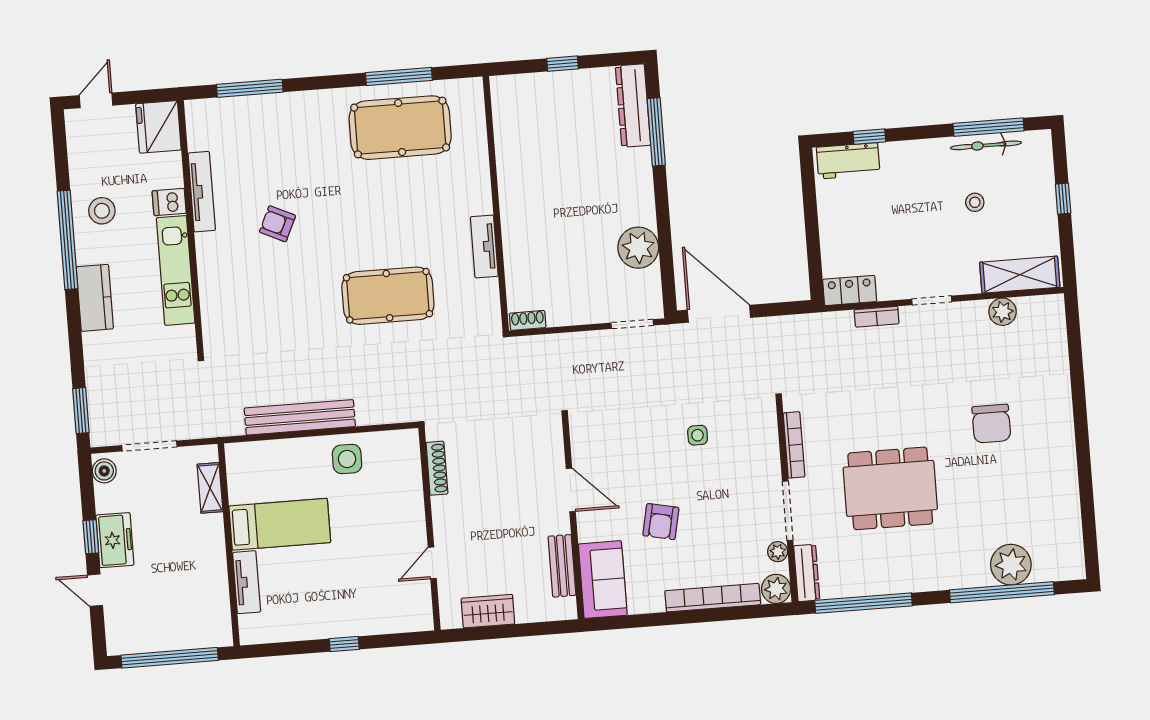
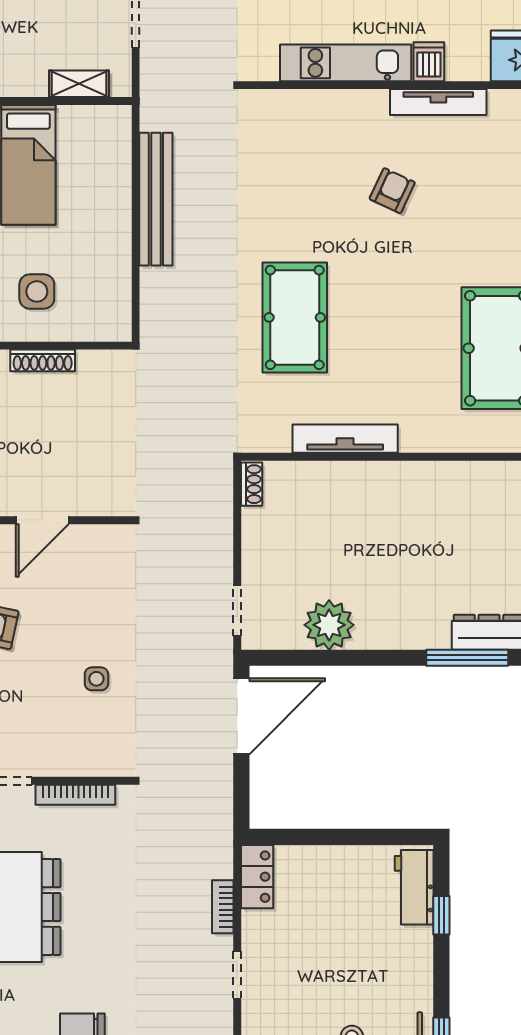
tv unit: (484, 246) -> (345, 439), width x1.41
side table: (347, 459) -> (37, 291), moved
shoe rack: (437, 468) -> (43, 360), moved

